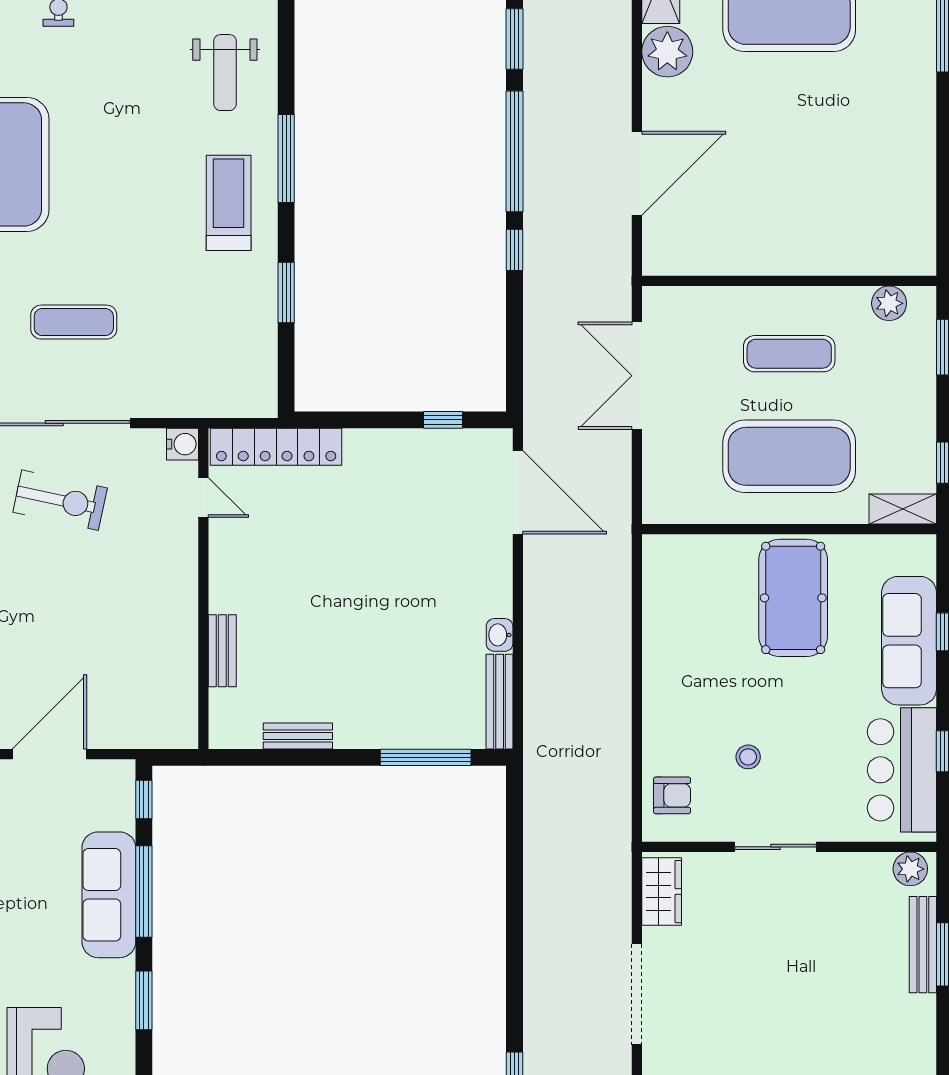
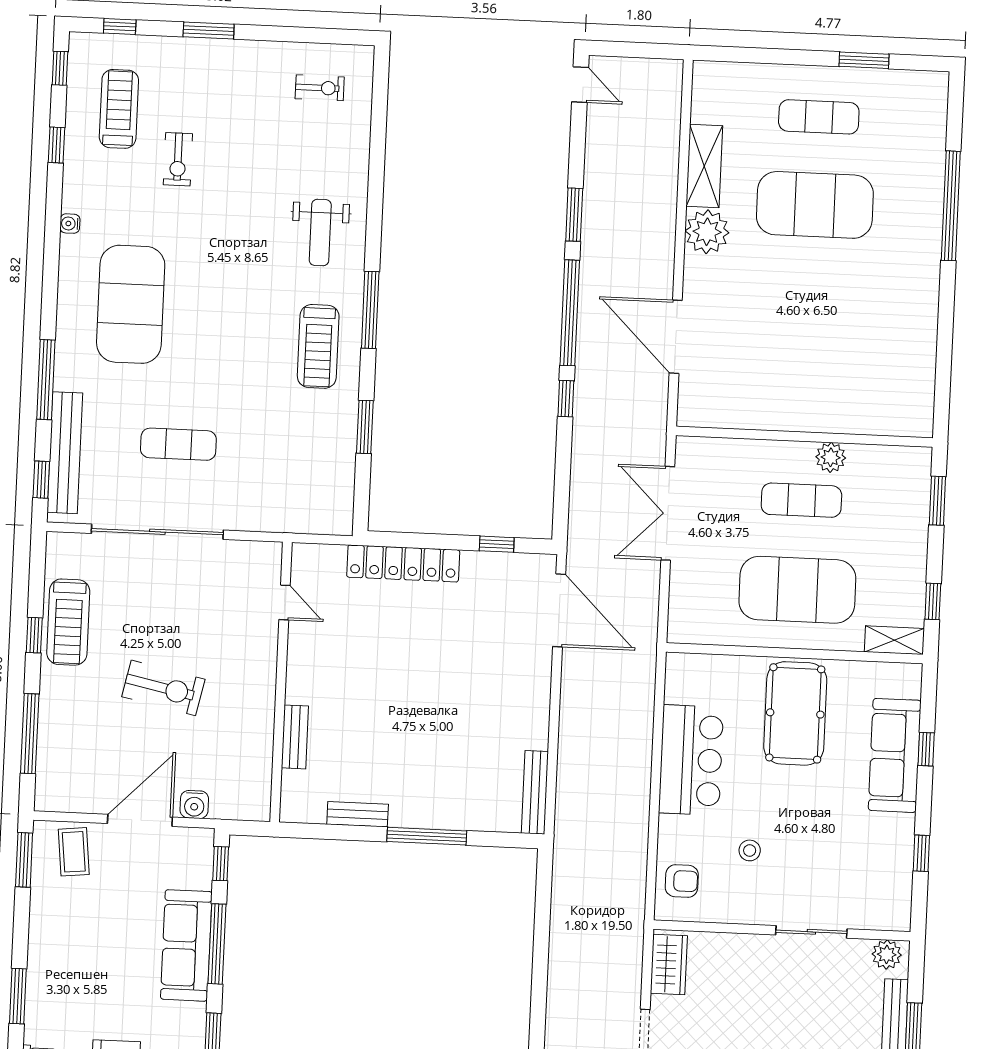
door: (637, 173) -> (676, 337), swing flipped
treadmill: (229, 203) -> (318, 346), turned 180
plant: (889, 303) -> (831, 457), moved
water cooler: (183, 444) -> (194, 804), moved, turned 90
locker: (276, 447) -> (403, 563), moved
exercise bike: (60, 500) -> (163, 688), moved
washbasin: (500, 635) -> (538, 734), removed
window: (426, 757) -> (427, 836), moved
bar counter: (902, 770) -> (691, 760), moved, turned 180
sliding door: (775, 847) -> (811, 932), moved

